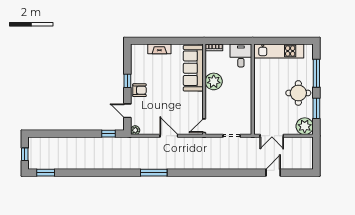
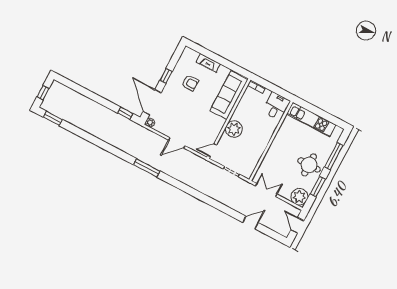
plant: (214, 81) -> (234, 129), moved
armchair: (139, 90) -> (190, 83), moved
door: (127, 111) -> (152, 102), width x1.88
door: (169, 136) -> (177, 143), swing flipped
double door: (272, 136) -> (266, 190), swing flipped
door: (316, 153) -> (297, 225), added

